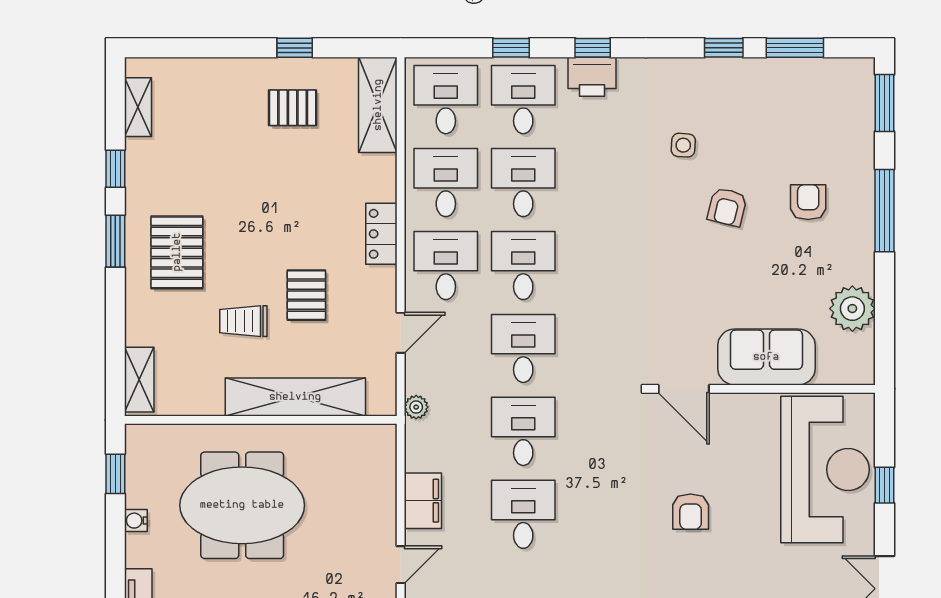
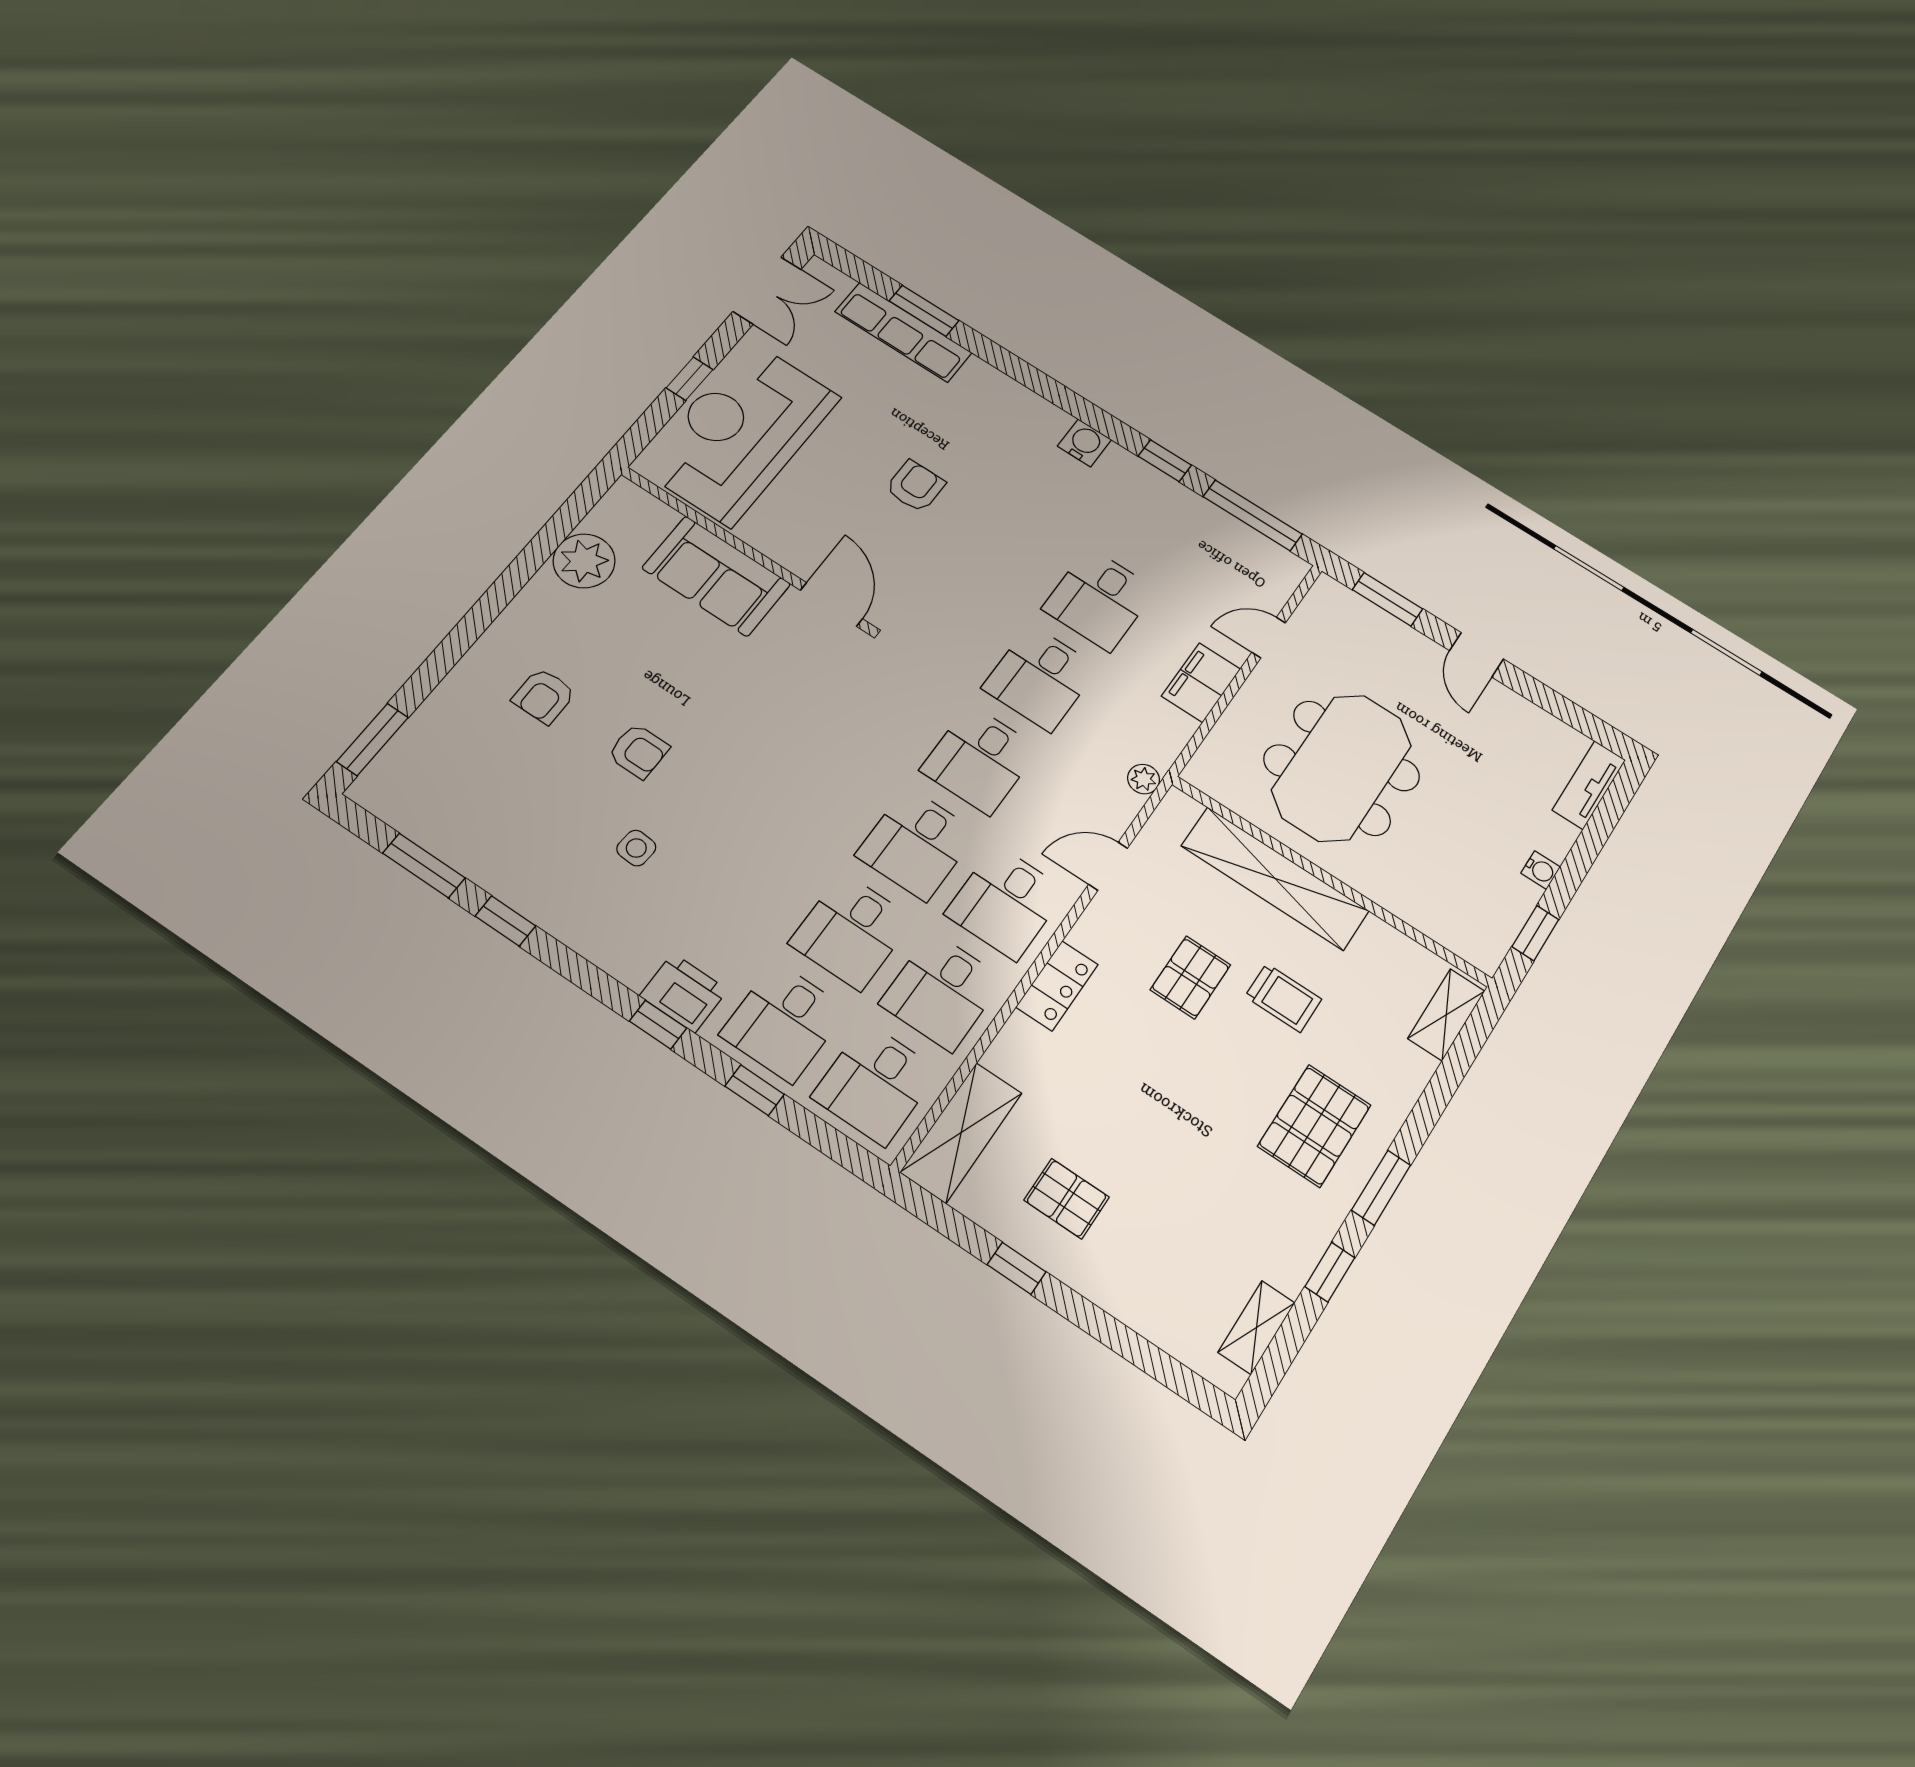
armchair: (727, 207) -> (638, 751), turned 76
window: (884, 211) -> (467, 632), removed
meeting table: (242, 505) -> (1342, 768), moved, turned 90

